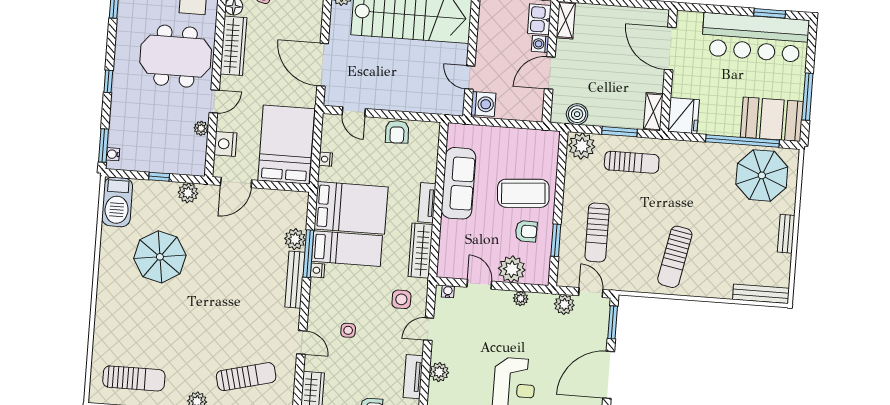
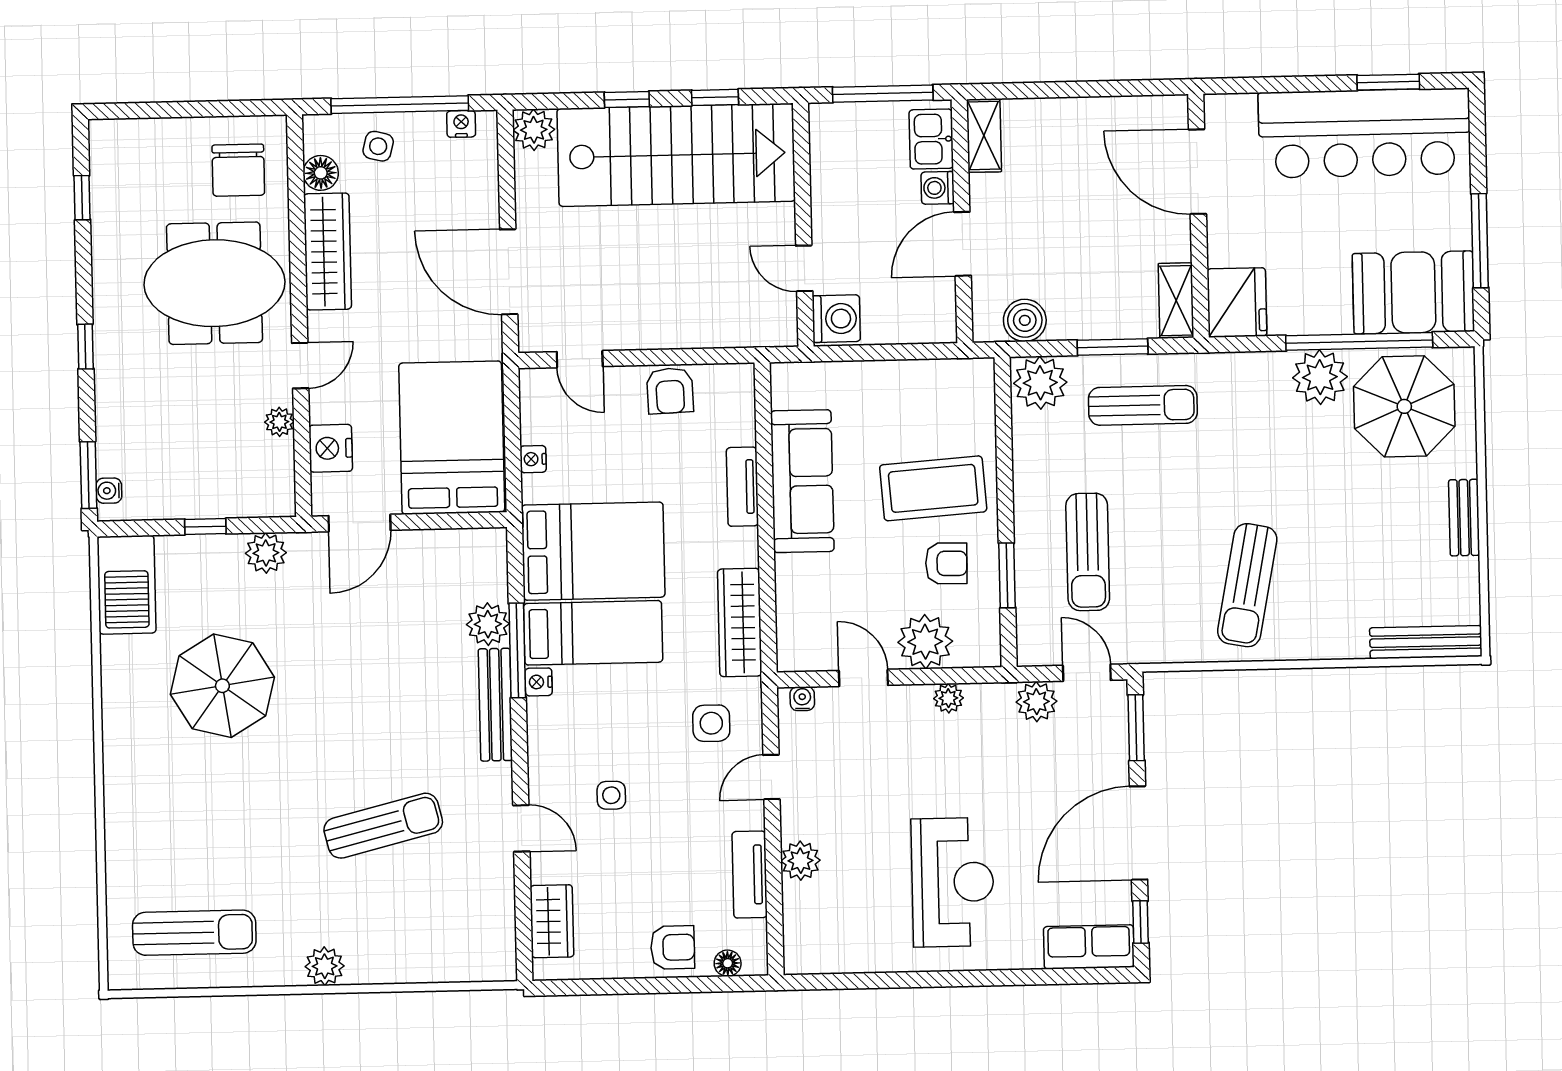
plant: (721, 157) -> (1320, 377), added
tv unit: (427, 203) -> (742, 487), moved
sun lounger: (246, 377) -> (383, 826), moved

